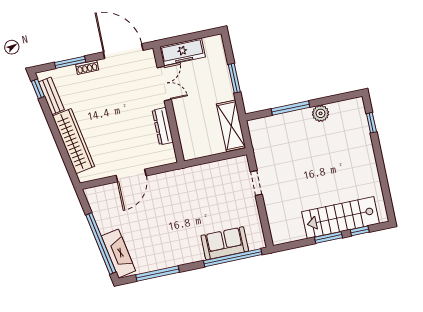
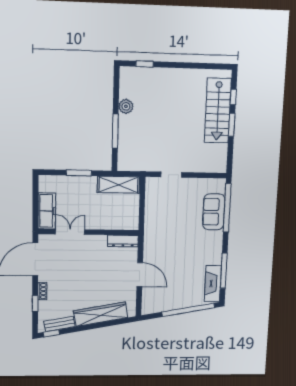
window: (70, 62) -> (35, 304), width x0.67
dresser: (163, 126) -> (123, 241), moved
fireplace: (118, 253) -> (213, 284), moved, turned -80

